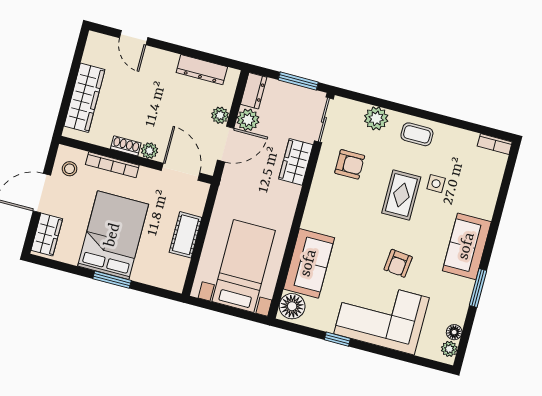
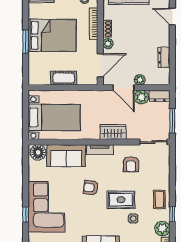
door: (134, 38) -> (172, 17), hinge flipped
dresser: (202, 70) -> (164, 57), width x0.70
plant: (376, 118) -> (162, 229), moved
window: (445, 120) -> (172, 214), added
wardrobe: (296, 162) -> (113, 132), moved
tv unit: (314, 208) -> (100, 150), added
armchair: (398, 263) -> (91, 188), moved
window: (337, 339) -> (26, 214), moved

